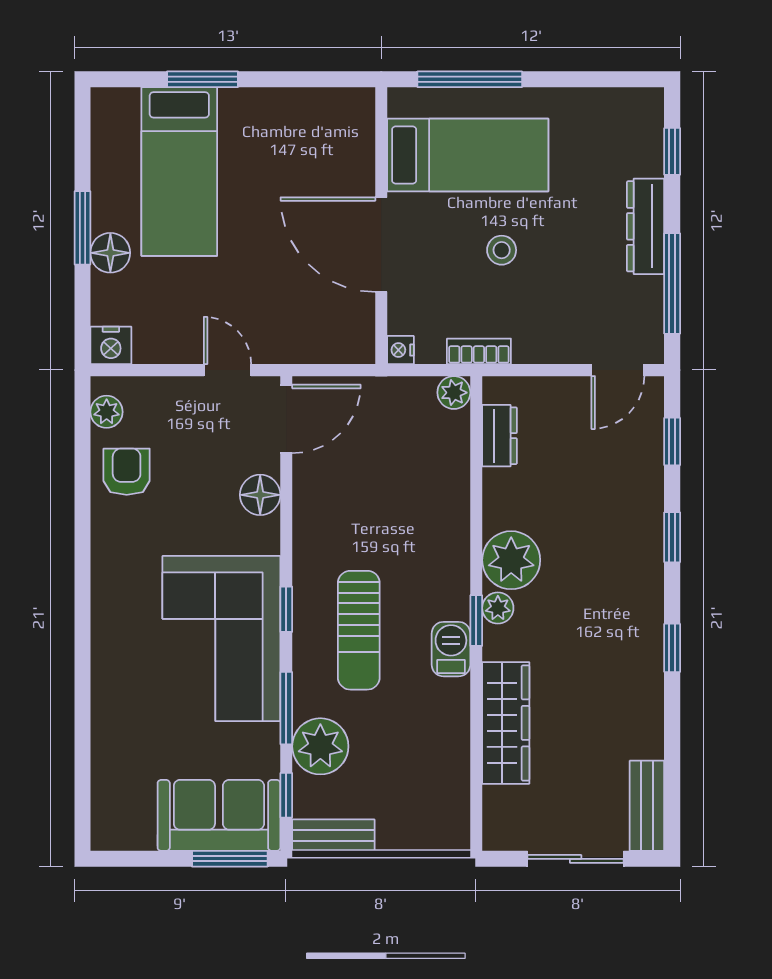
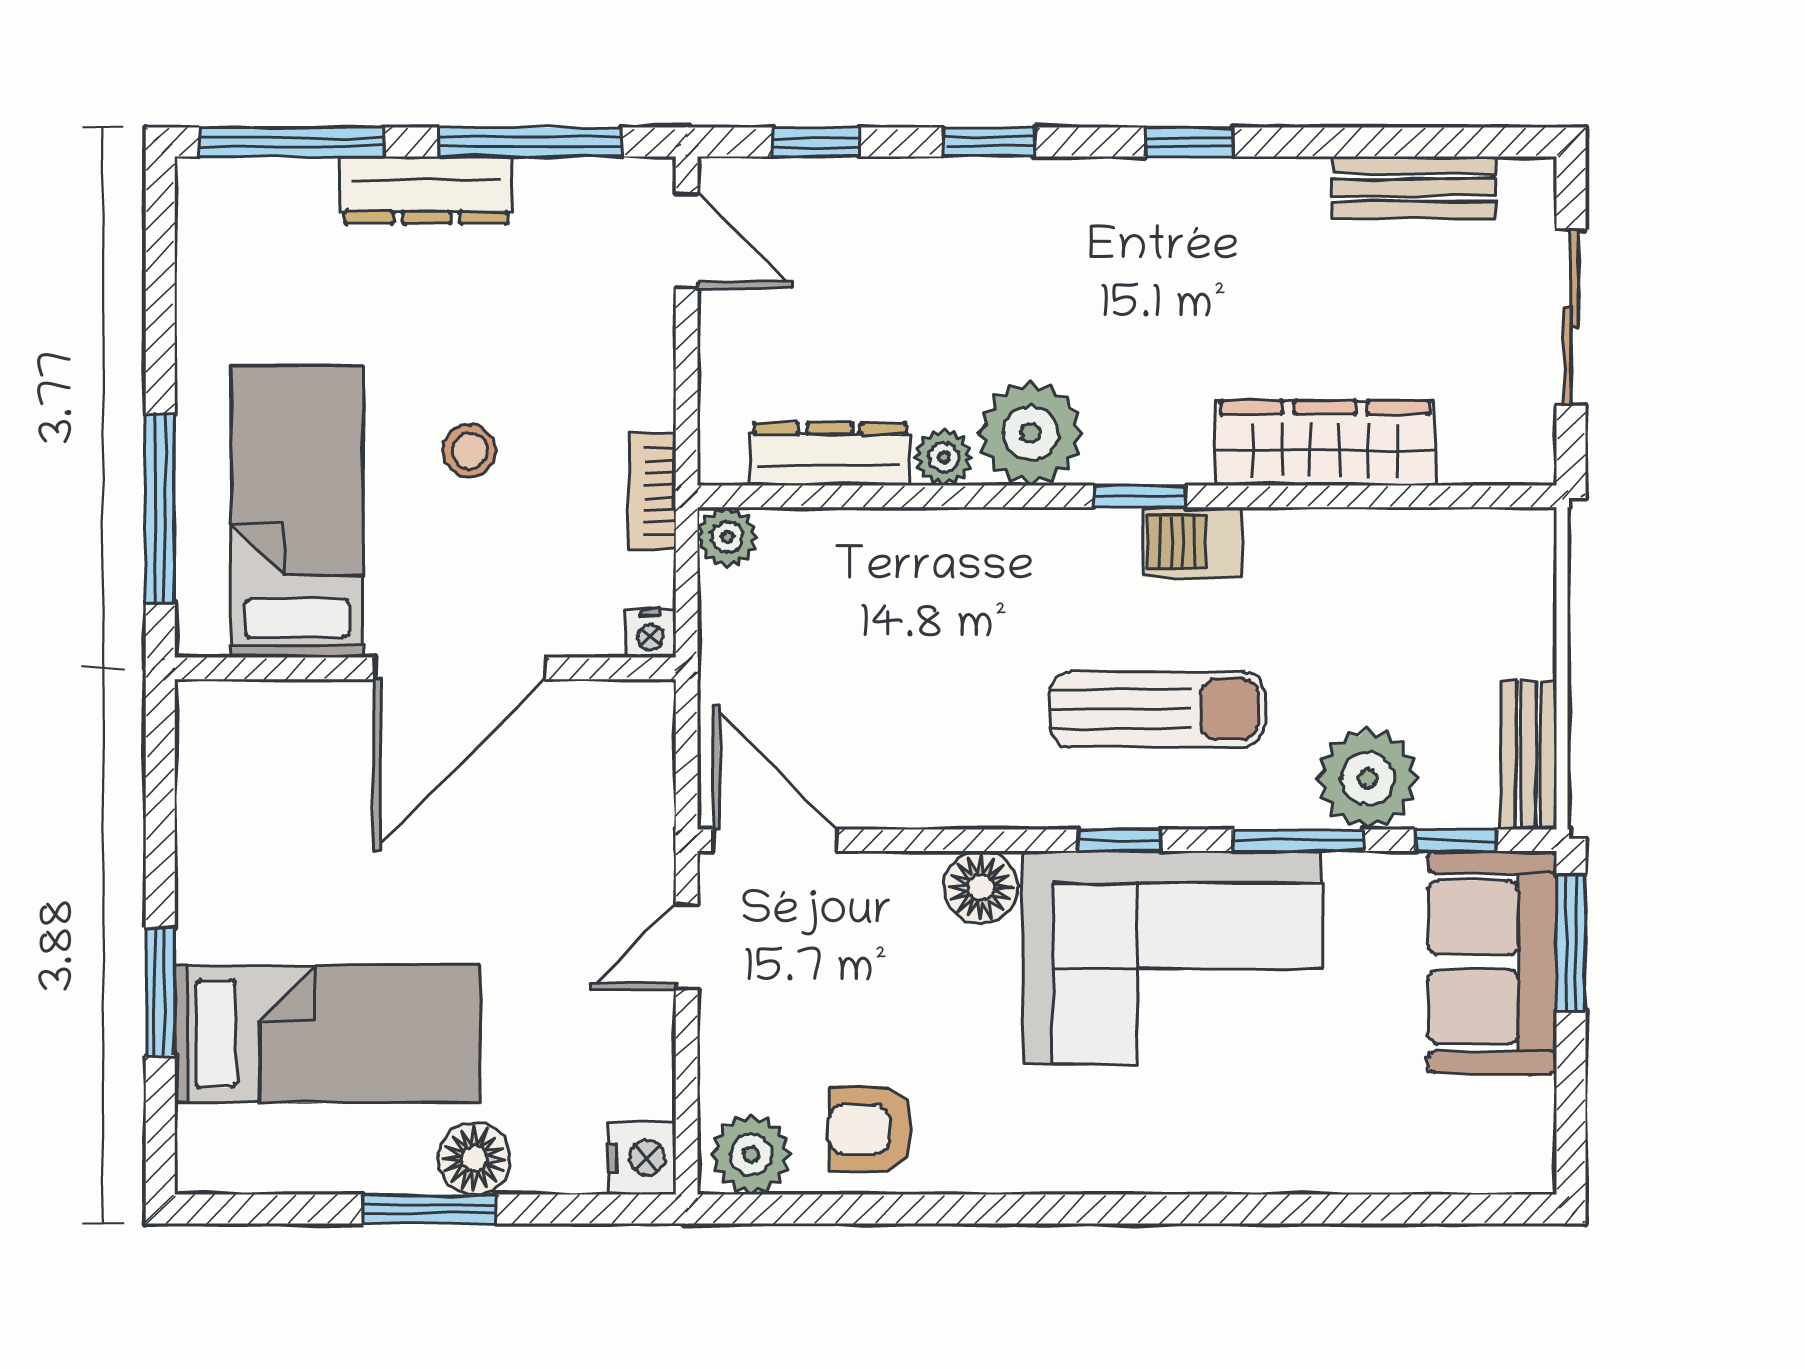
window: (672, 151) -> (291, 142), width x2.17
plant: (107, 412) -> (751, 1155), width x1.38, depth x1.38
dresser: (500, 436) -> (830, 454), width x1.44
floor lamp: (260, 495) -> (981, 888), moved
plant: (498, 608) -> (944, 457), moved
bench: (647, 806) -> (1414, 187), moved

